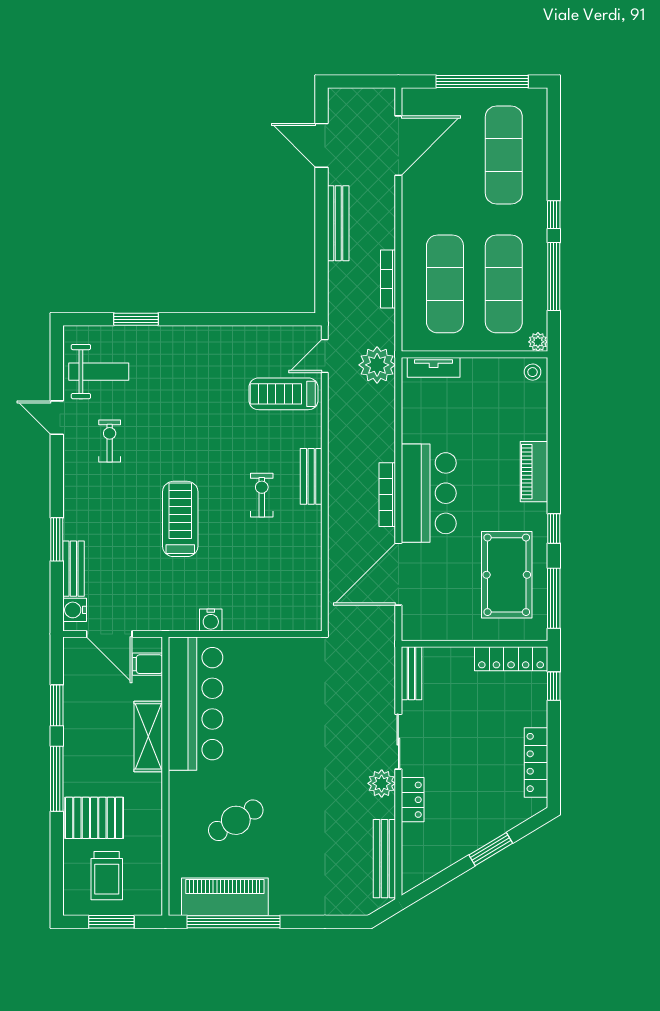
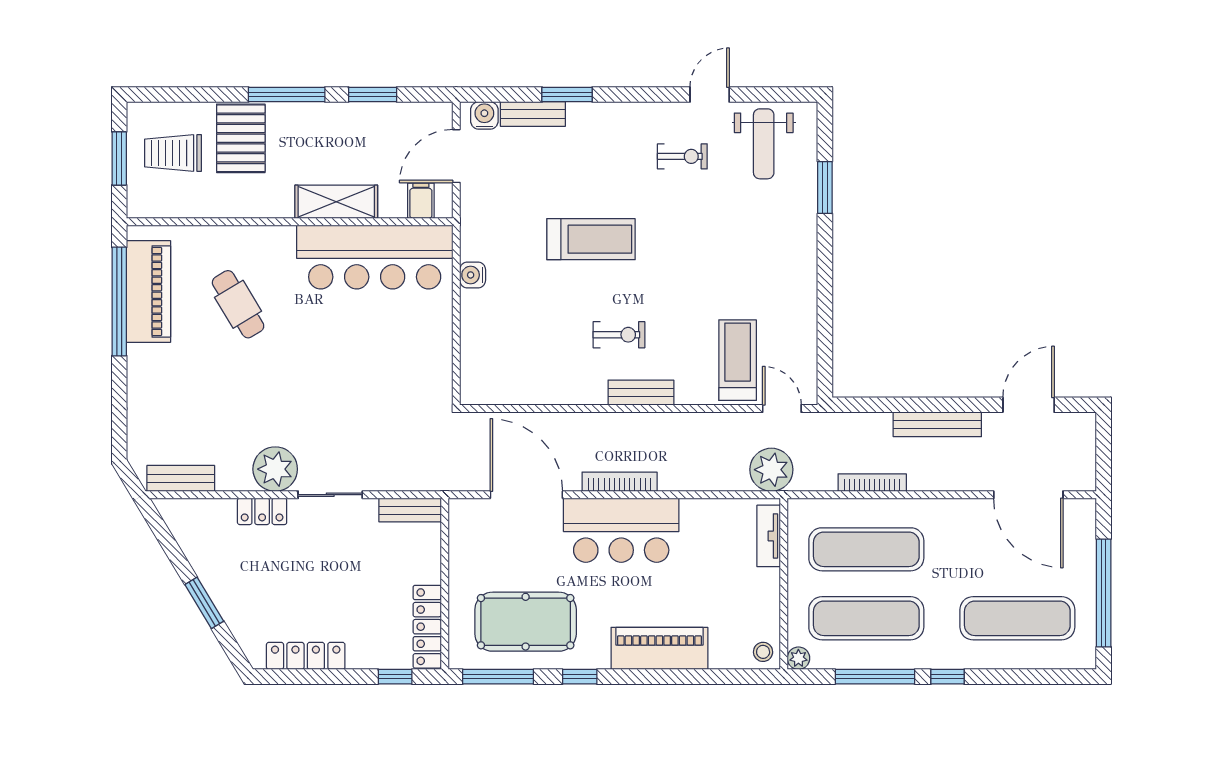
piano: (534, 472) -> (659, 648), width x1.37, depth x1.33
plant: (382, 783) -> (275, 469), width x1.36, depth x1.36
bench: (384, 859) -> (181, 478), width x0.73

